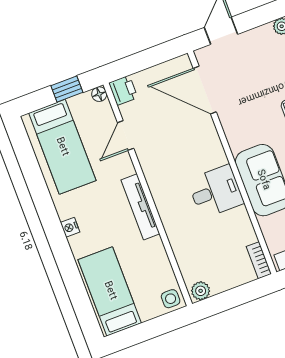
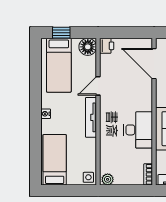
window: (67, 89) -> (61, 33), moved
floor lamp: (99, 94) -> (88, 47), width x1.89, depth x1.89
door: (126, 135) -> (98, 86), moved
desk: (216, 192) -> (138, 130), width x1.37

